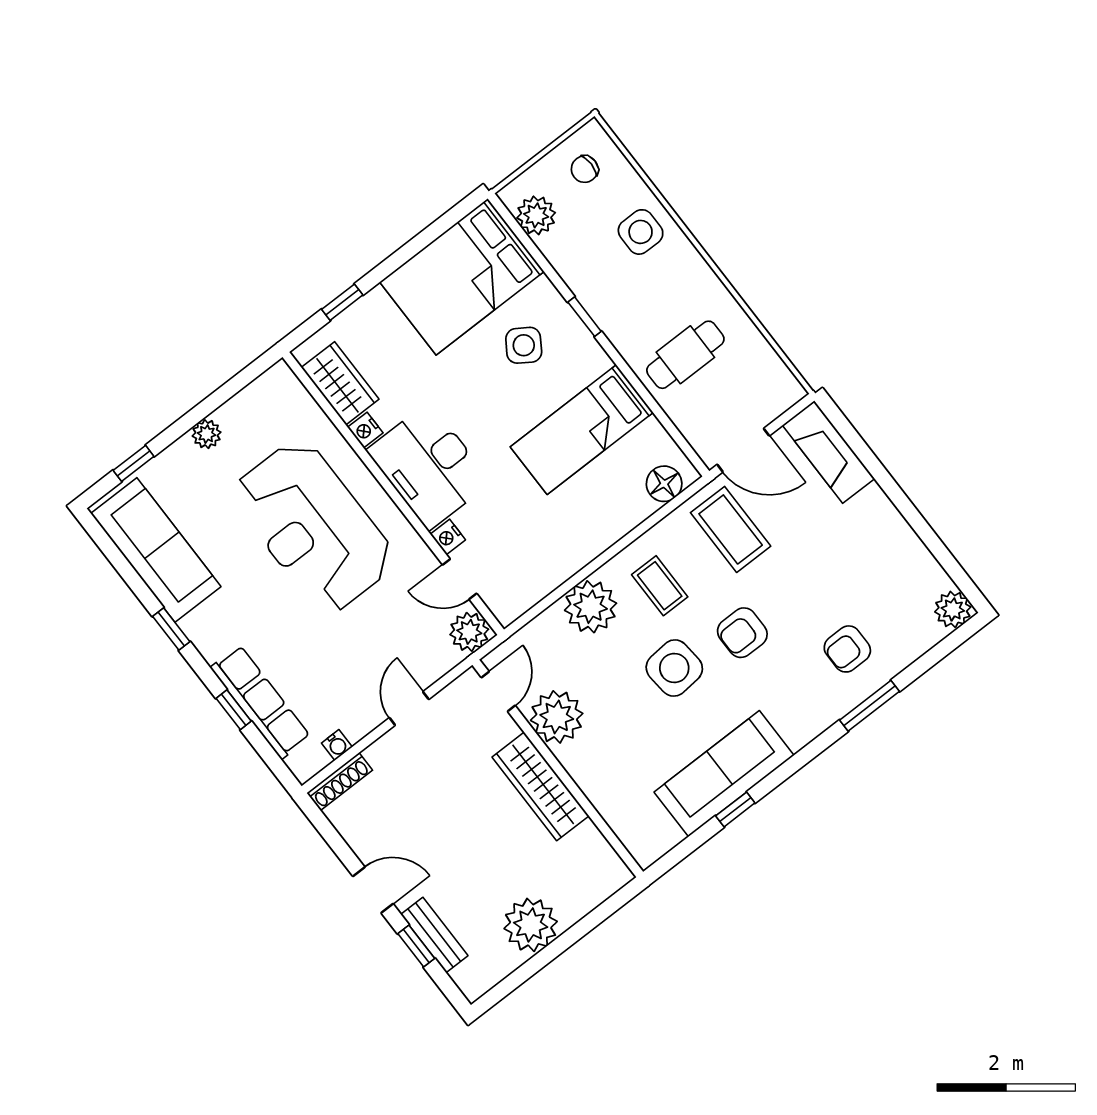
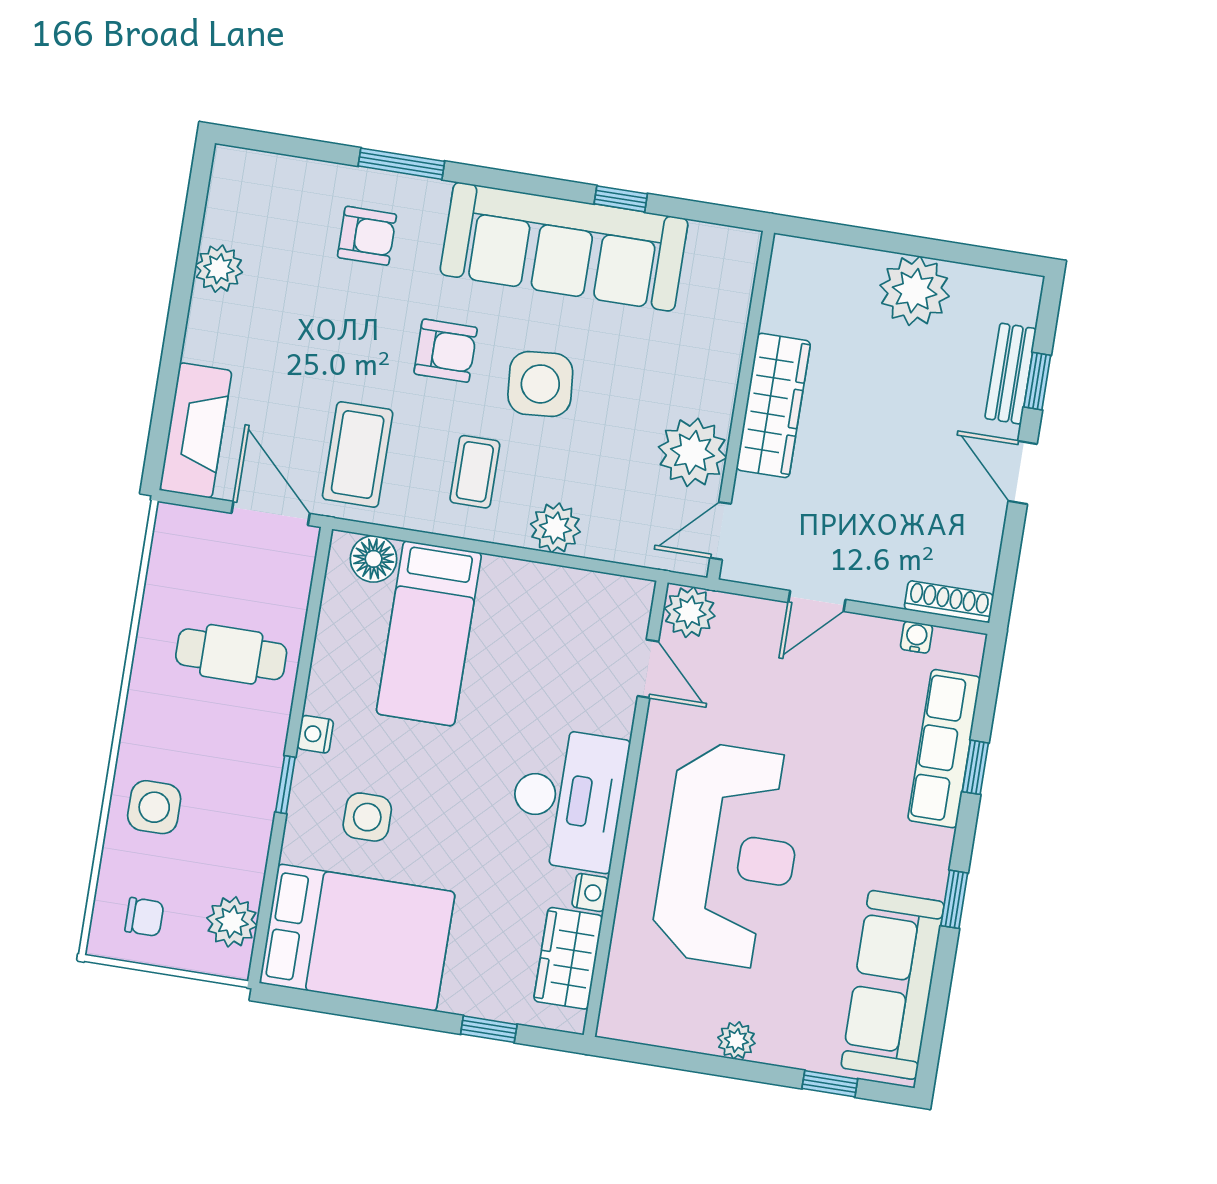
side table: (524, 345) -> (367, 817), turned -33
bed: (582, 430) -> (429, 633), moved, turned 90
nightstand: (448, 537) -> (315, 734), moved, turned 180
plant: (591, 607) -> (555, 528), width x0.73, depth x0.73
plant: (953, 609) -> (219, 269), moved
sofa: (724, 774) -> (564, 247), width x1.36, depth x1.27

